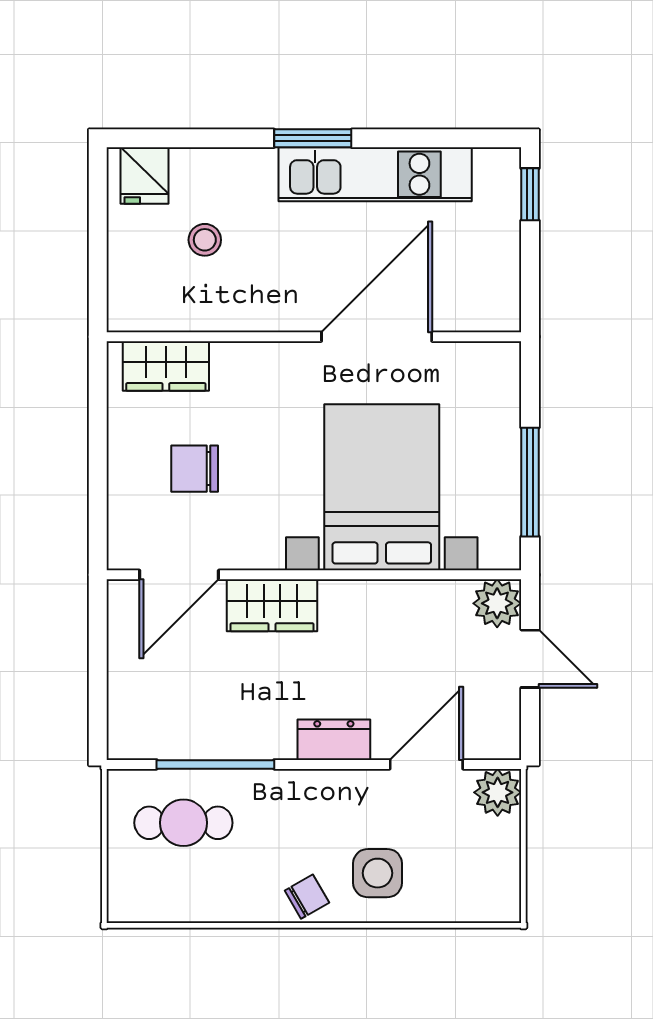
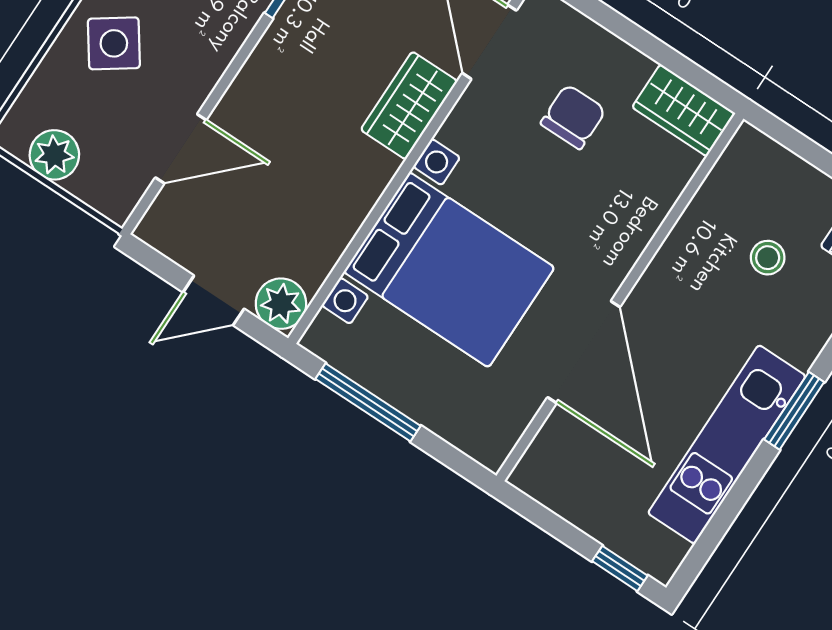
wardrobe: (166, 366) -> (684, 110), moved, turned -90
dresser: (334, 740) -> (256, 82), removed
door: (426, 764) -> (181, 149), hinge flipped
plant: (498, 792) -> (54, 155), moved
side table: (378, 873) -> (114, 43), turned -35

